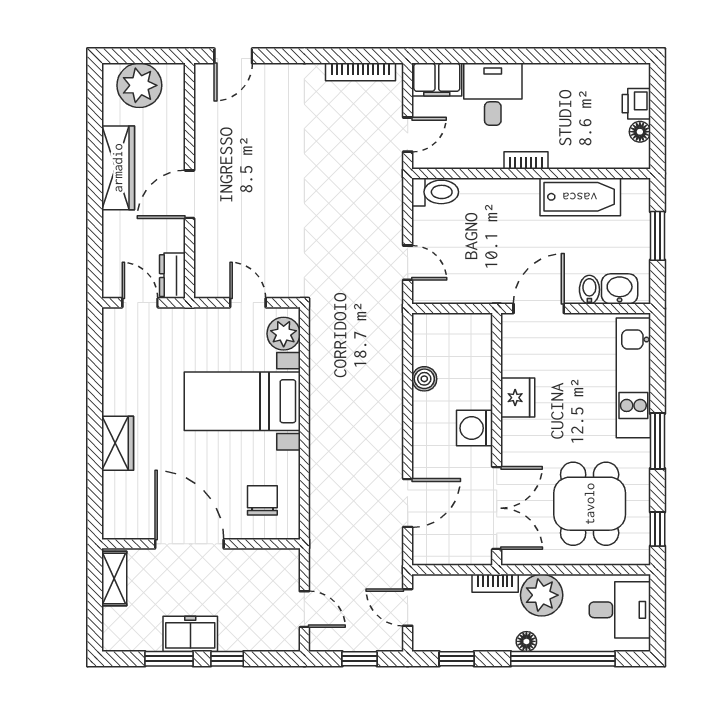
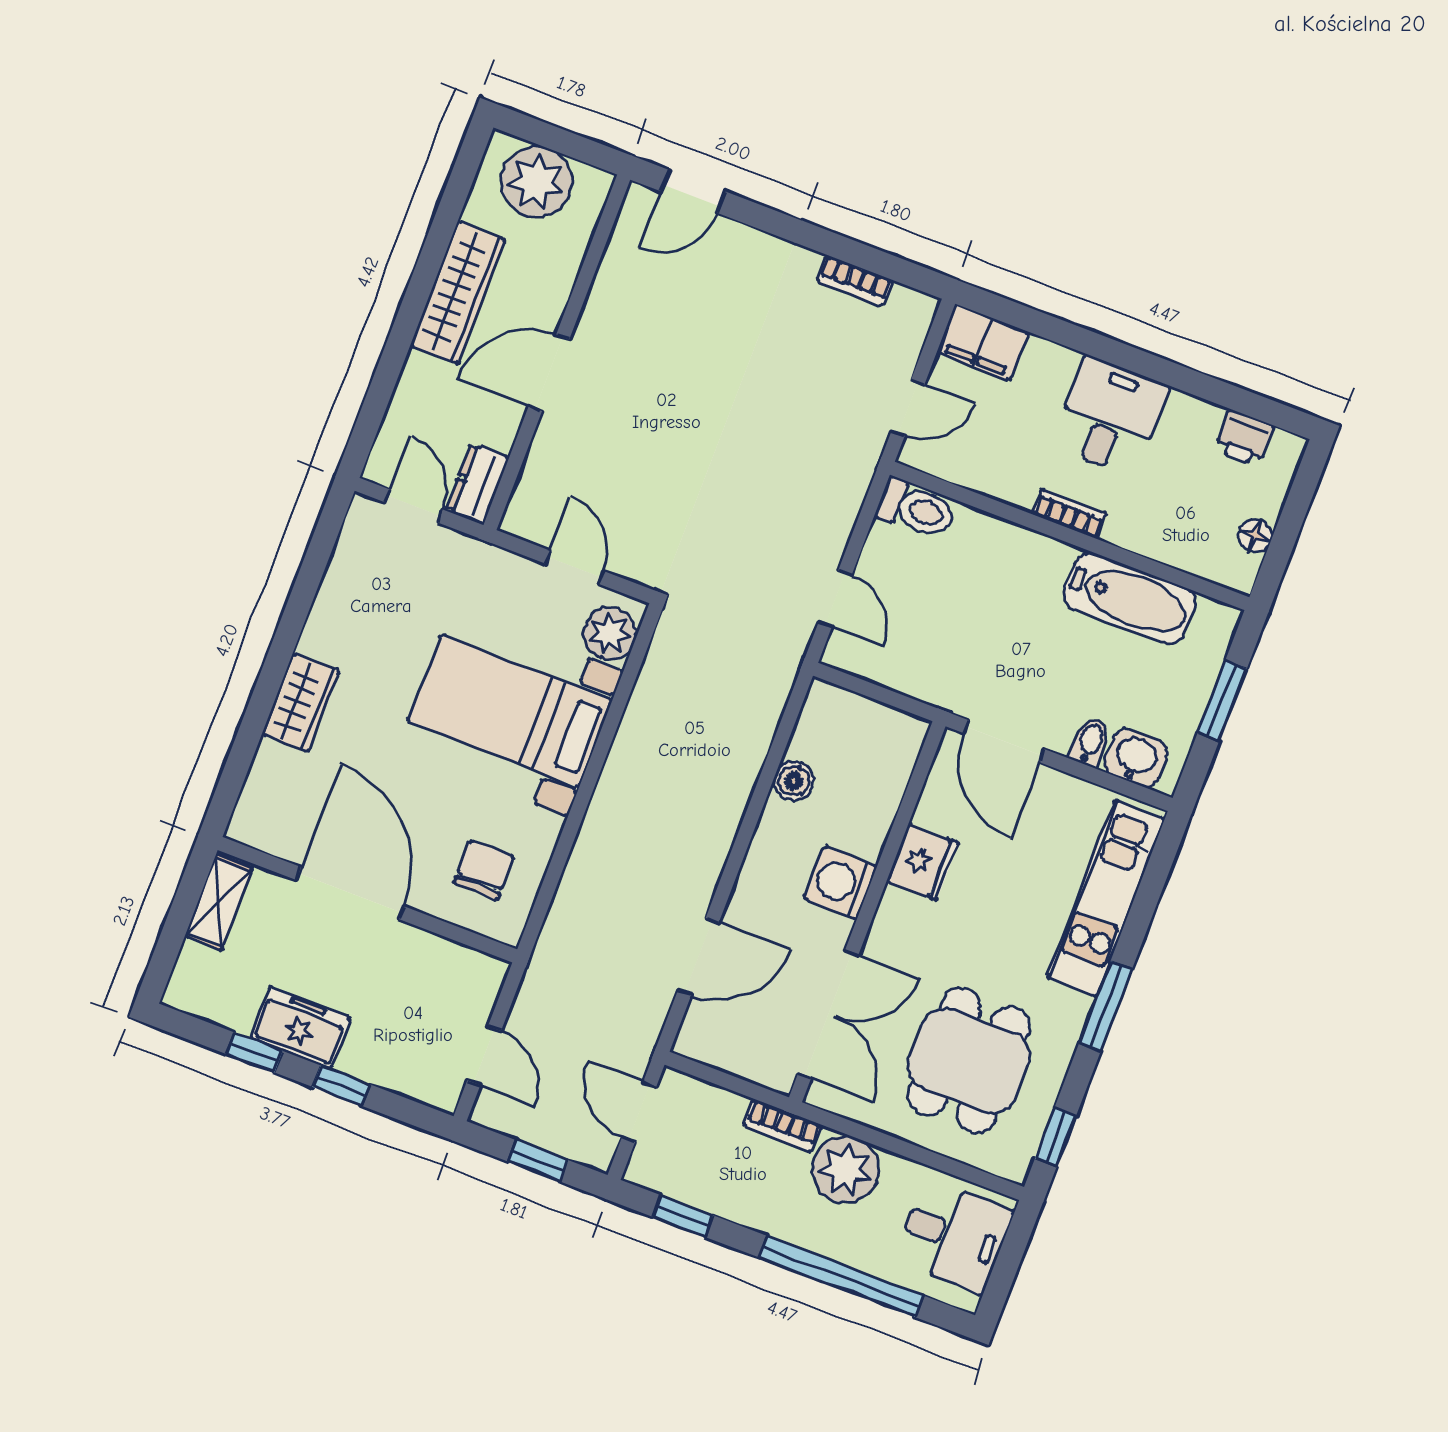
bookcase: (360, 72) -> (854, 280), width x0.64
desk: (493, 94) -> (1110, 416), moved
printer: (636, 104) -> (1244, 438), moved, turned -90
door: (539, 308) -> (1004, 741), swing flipped
floor lamp: (526, 641) -> (796, 1230), removed
window: (169, 659) -> (254, 1052), width x0.67

